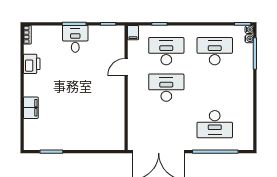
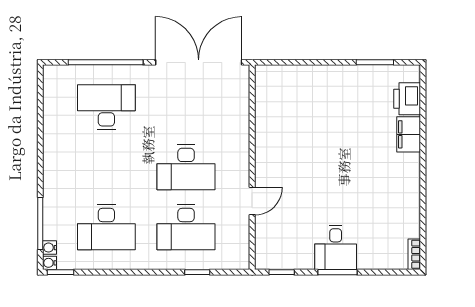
filing cabinet: (133, 33) -> (241, 258), removed
printer: (32, 64) -> (407, 99), moved

